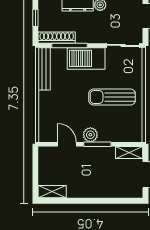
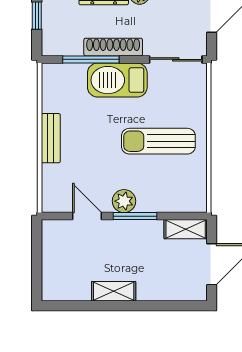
shoe rack: (57, 38) -> (113, 47), moved
bench: (44, 69) -> (51, 138), moved, width x0.73
shelving: (52, 192) -> (114, 291), moved

